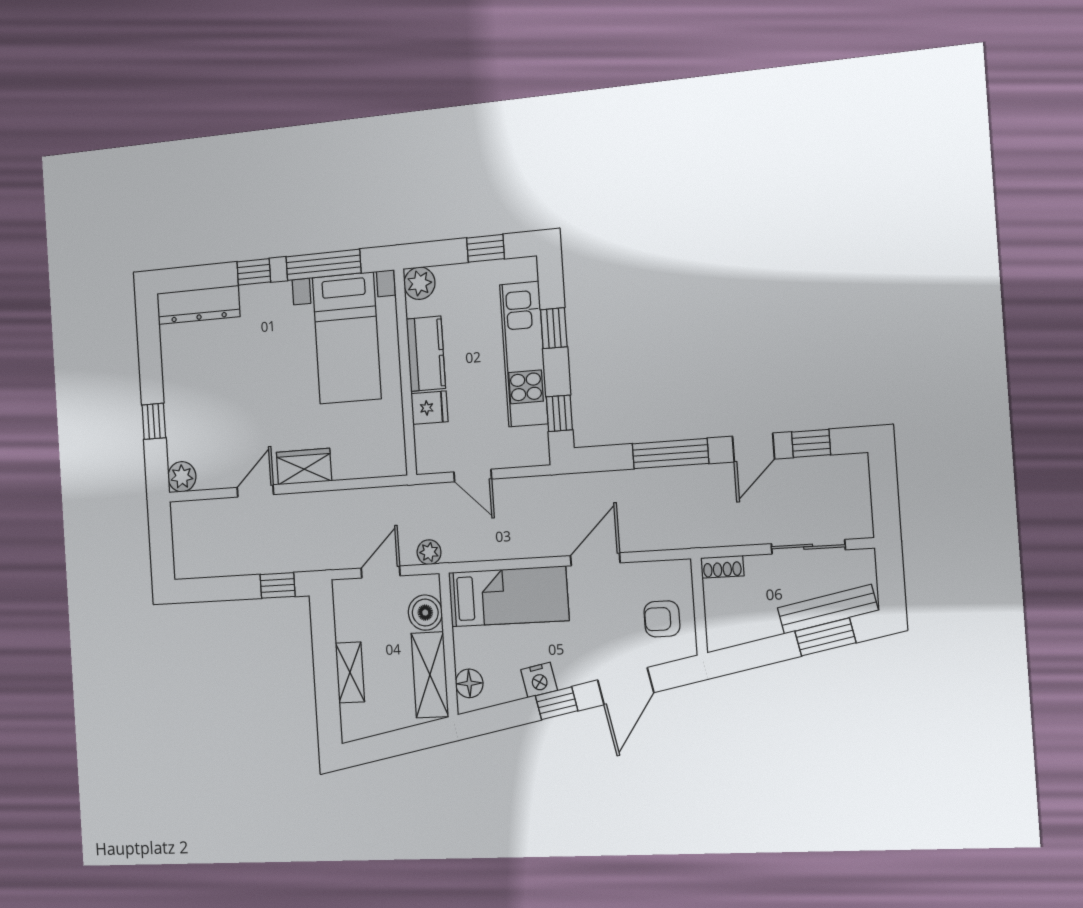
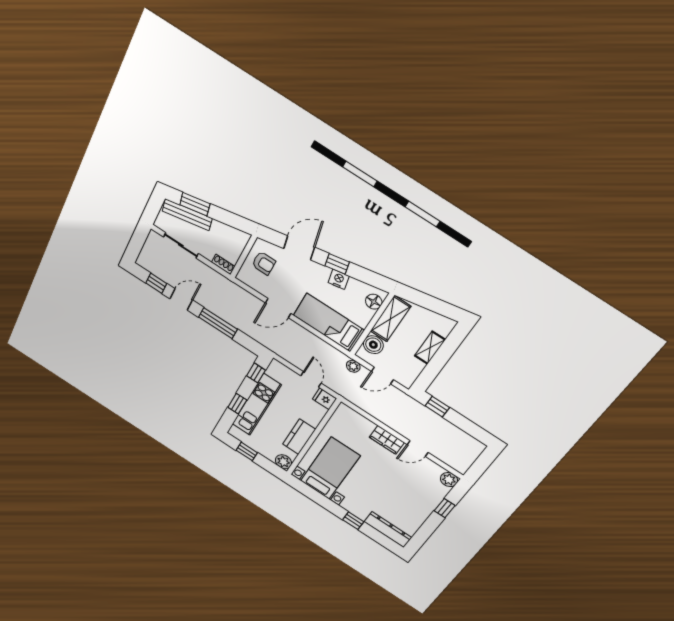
window: (323, 265) -> (320, 499), removed
fridge: (429, 408) -> (324, 399), moved

